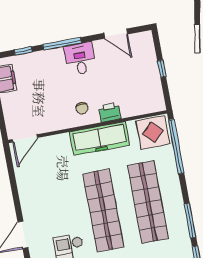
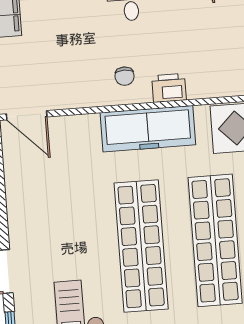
door: (25, 138) -> (27, 115), hinge flipped

